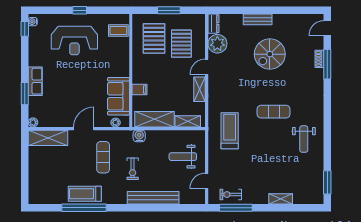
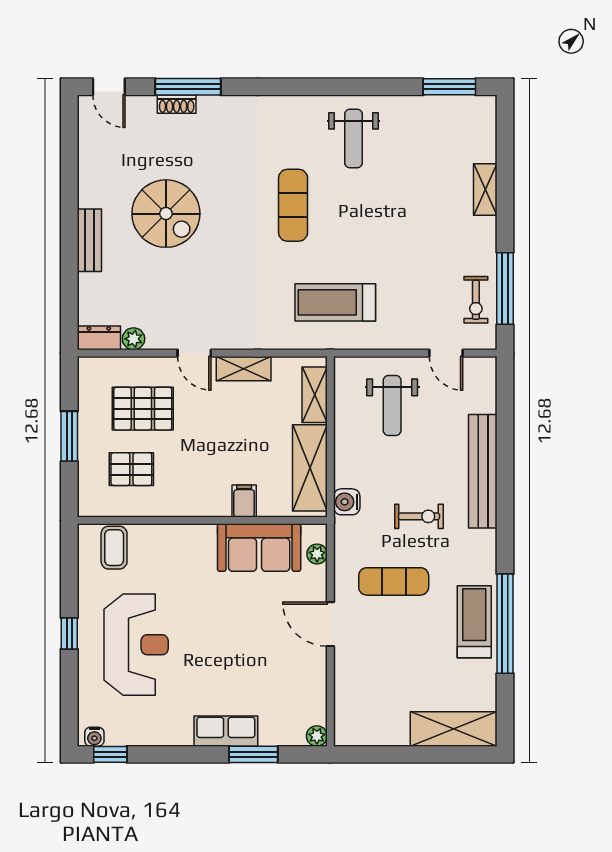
pallet: (154, 38) -> (131, 469), width x0.67, depth x0.71
plant: (217, 44) -> (134, 339), width x0.53, depth x0.53
shelving: (48, 138) -> (454, 729), moved, turned 90
weight bench: (304, 139) -> (354, 139), turned 90
treadmill: (85, 194) -> (474, 622), turned 180

